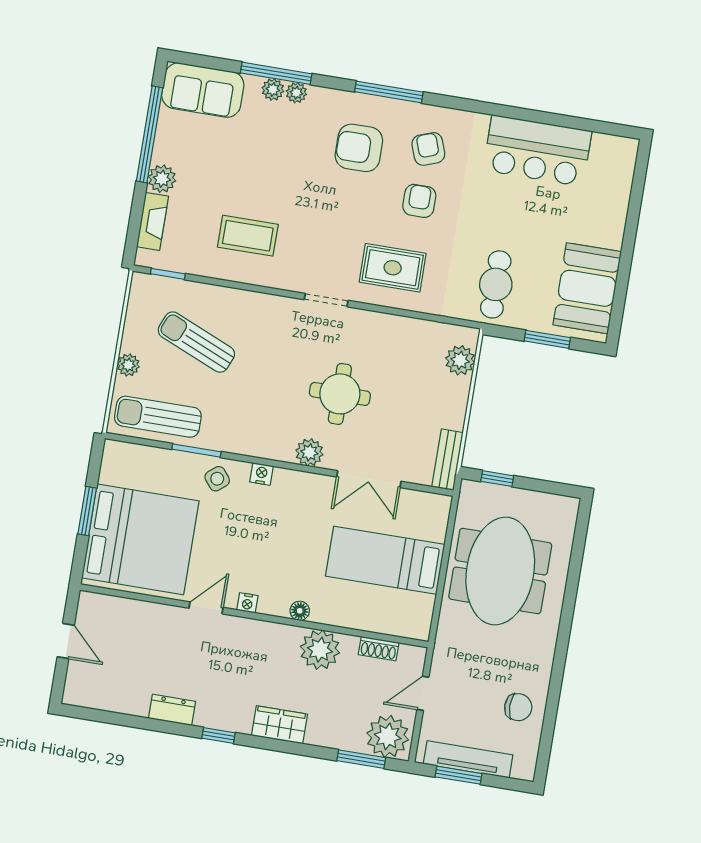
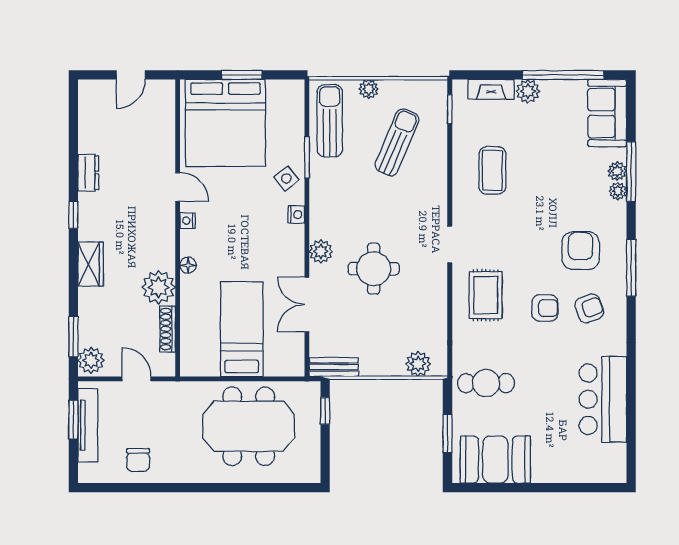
shoe rack: (379, 649) -> (168, 329), width x1.43
plant: (388, 736) -> (91, 360), width x0.73, depth x0.73

